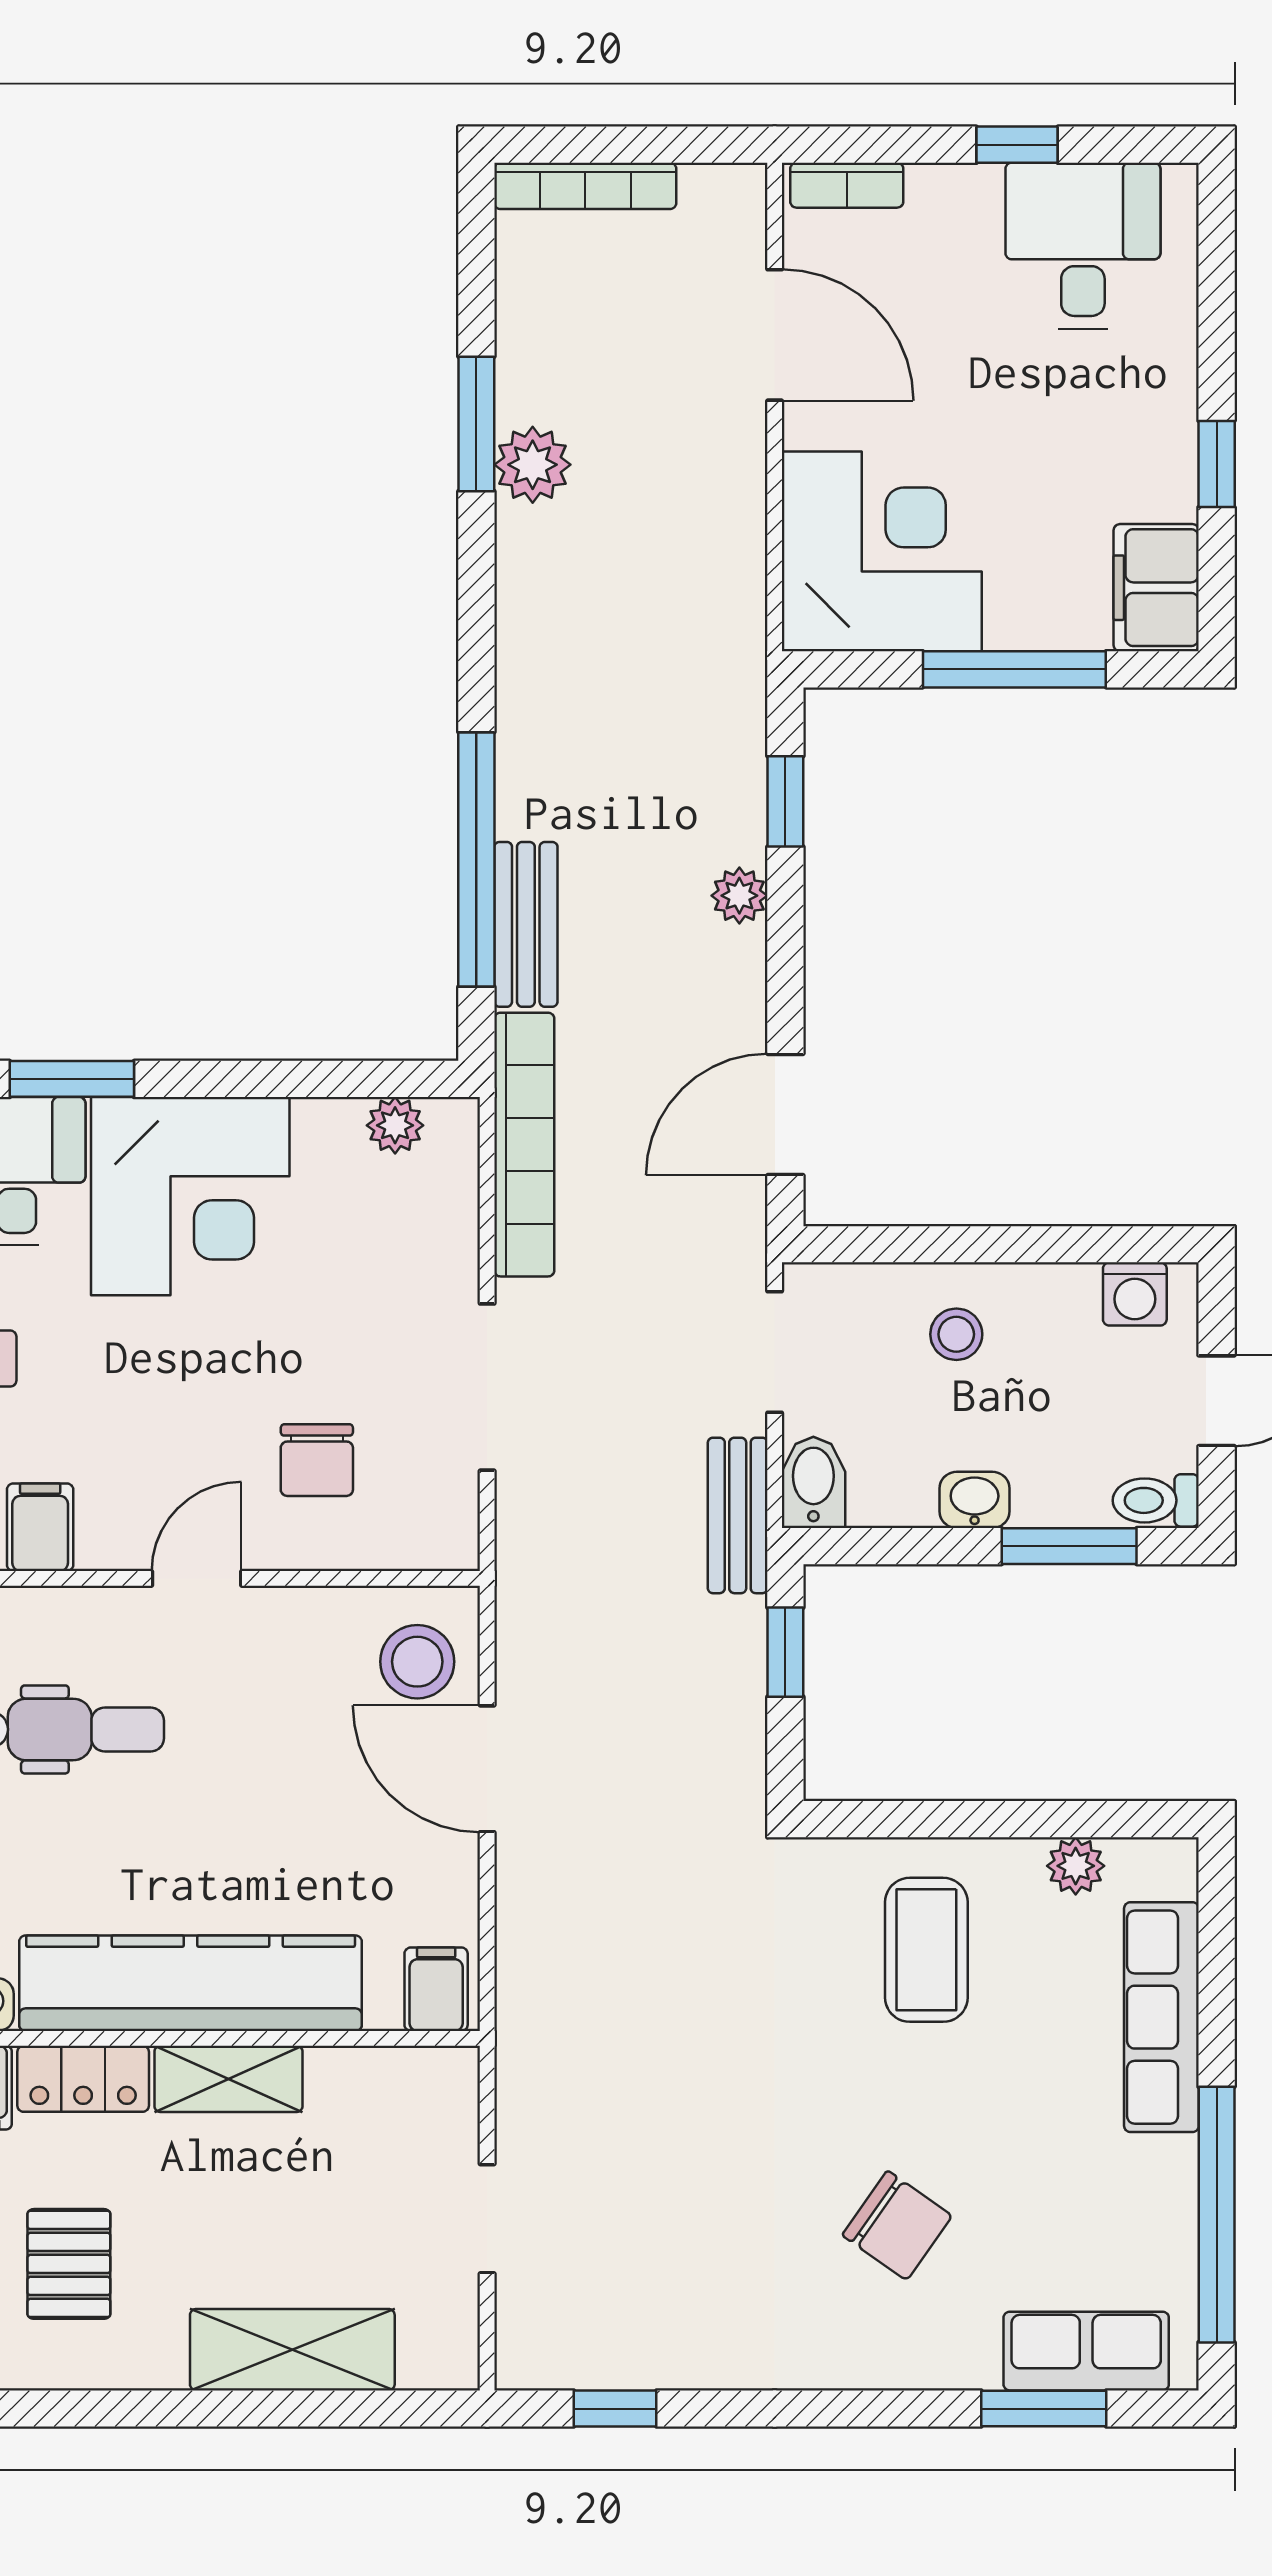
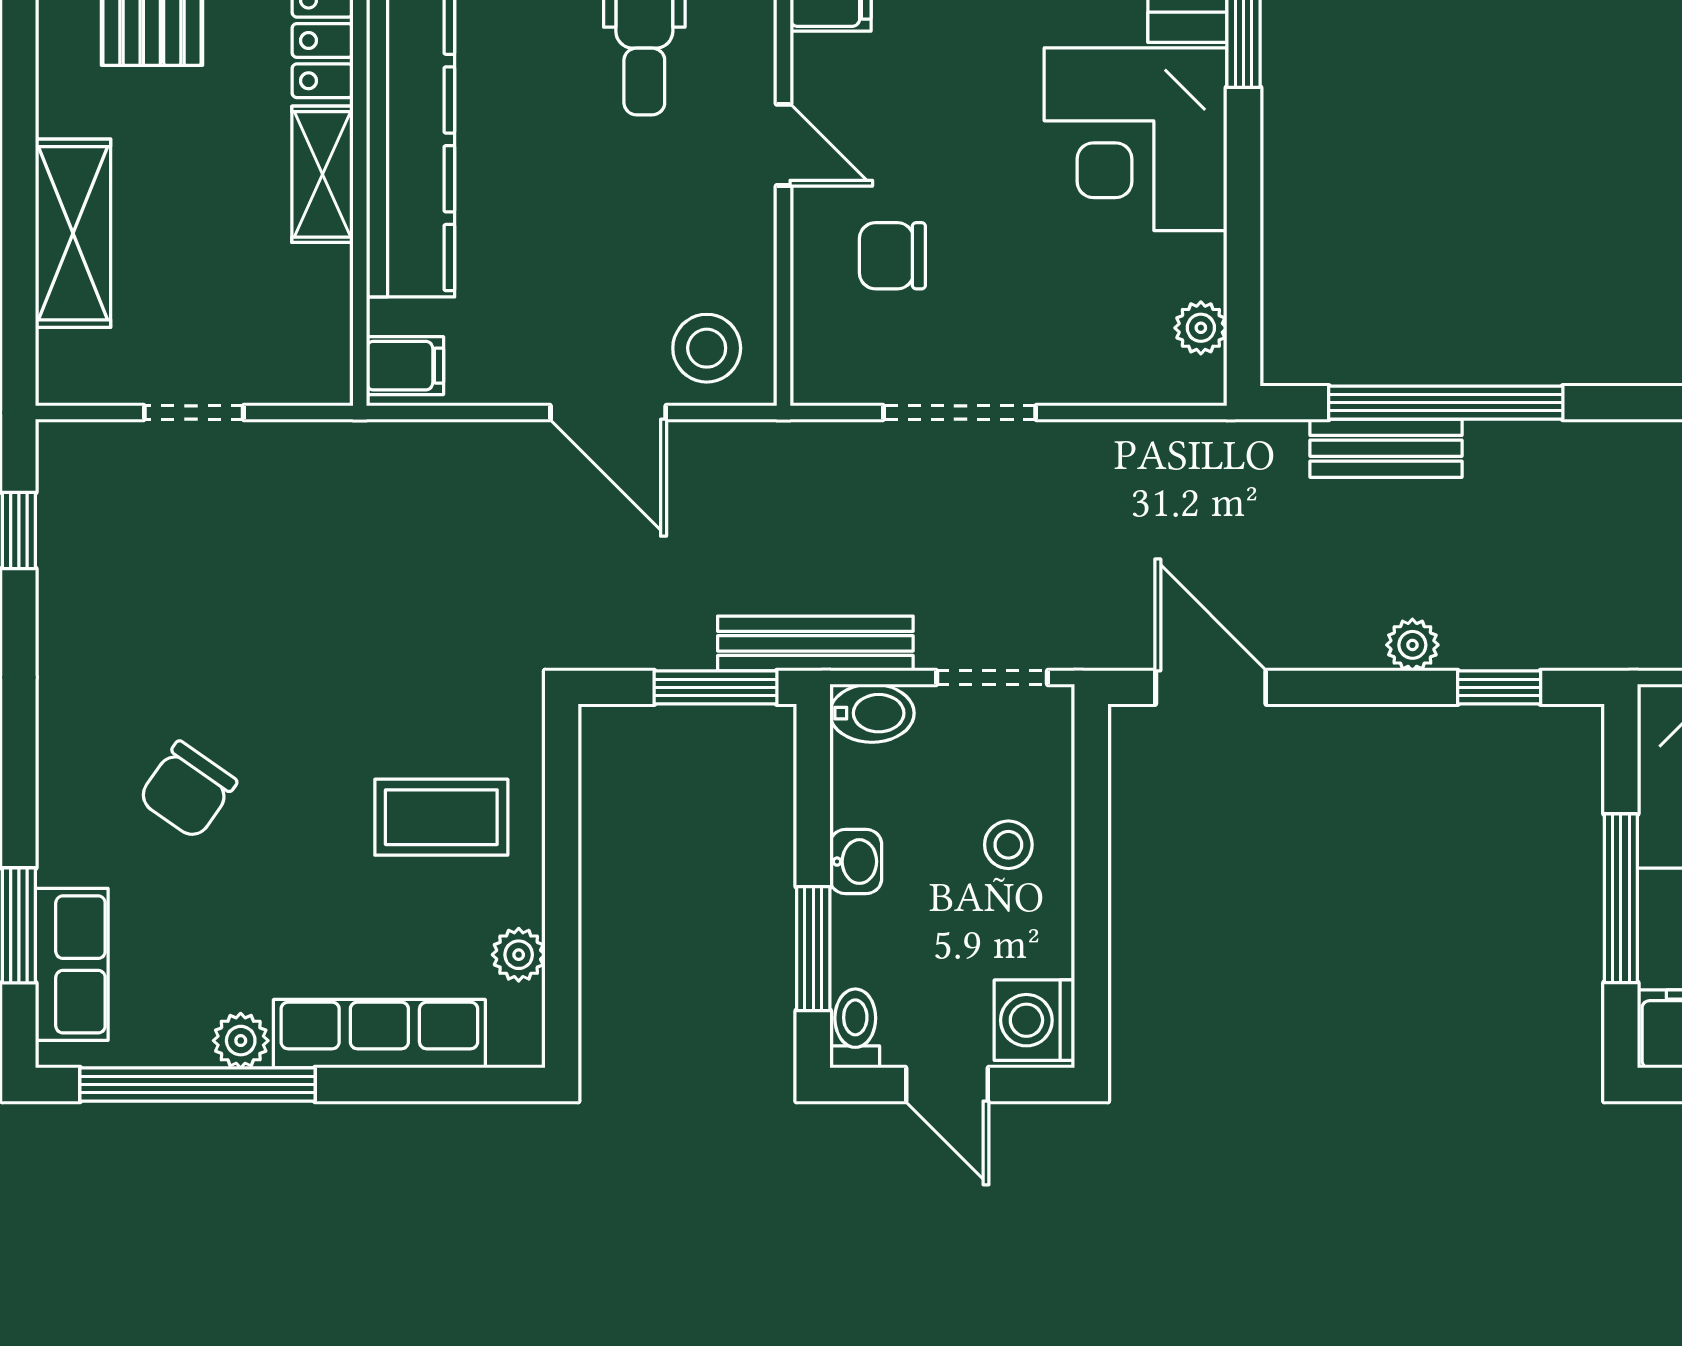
bookcase: (524, 1145) -> (1183, 447), removed
washing machine: (1135, 1294) -> (1034, 1020), width x1.38, depth x1.38
bench: (738, 1515) -> (815, 643), width x1.36
window: (785, 1652) -> (716, 687), width x1.50
door: (487, 1769) -> (608, 413), swing flipped
plant: (1169, 2168) -> (241, 1041), added

